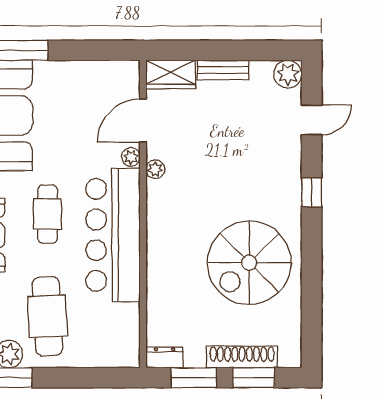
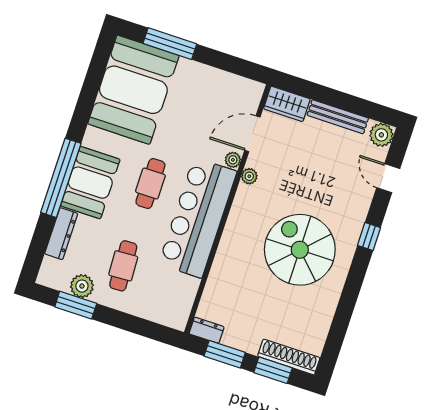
bench: (223, 70) -> (338, 117), width x1.36
door: (312, 120) -> (388, 178), swing flipped
spiral stairs: (249, 263) -> (300, 250), moved, turned 90
cafe table: (47, 316) -> (123, 266), width x0.73, depth x0.74
shoe rack: (242, 357) -> (289, 357), moved

